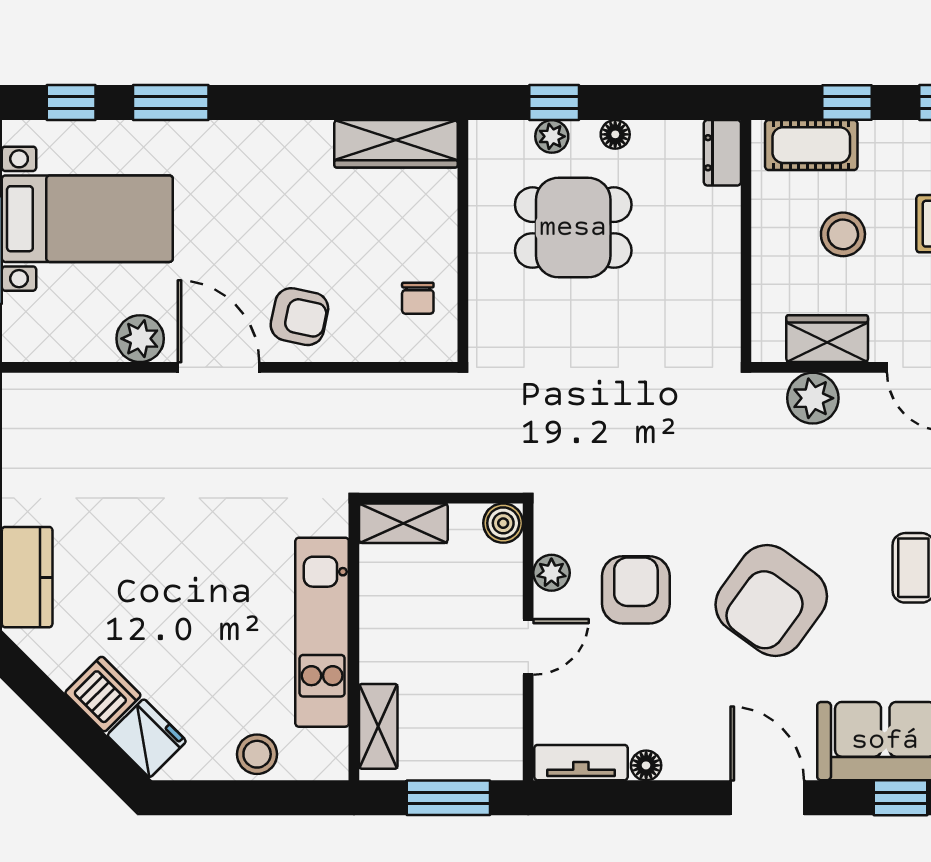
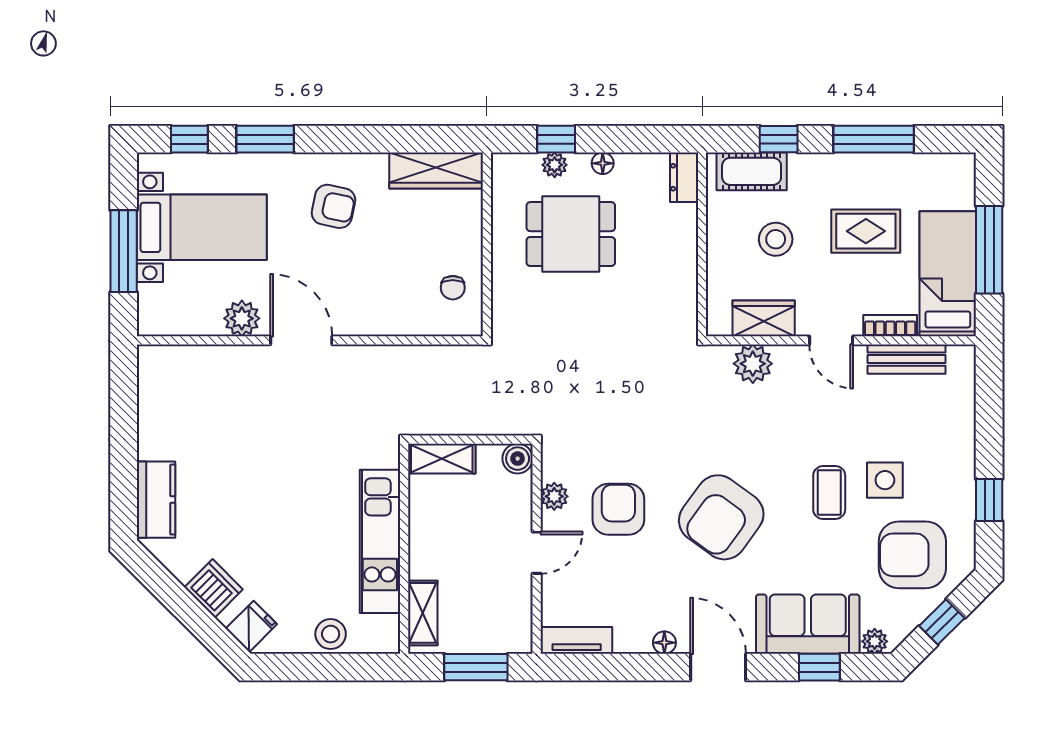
armchair: (299, 317) -> (333, 206), moved
fridge: (147, 738) -> (251, 626), width x0.72
floor lamp: (646, 765) -> (664, 643), moved

